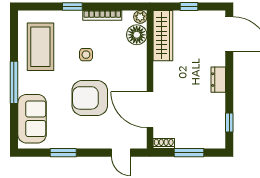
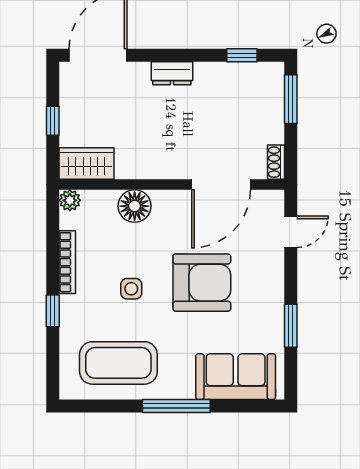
floor lamp: (137, 35) -> (135, 206), moved
wardrobe: (163, 36) -> (87, 164), width x0.67
armchair: (90, 98) -> (202, 283), turned -90
window: (189, 153) -> (291, 99), moved

